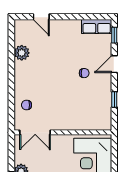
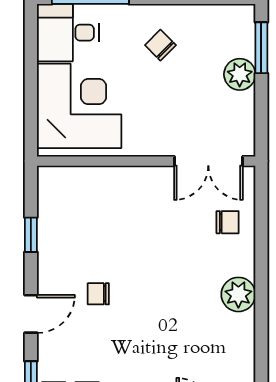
plant: (22, 53) -> (238, 294), moved
double door: (35, 132) -> (208, 161), swing flipped

